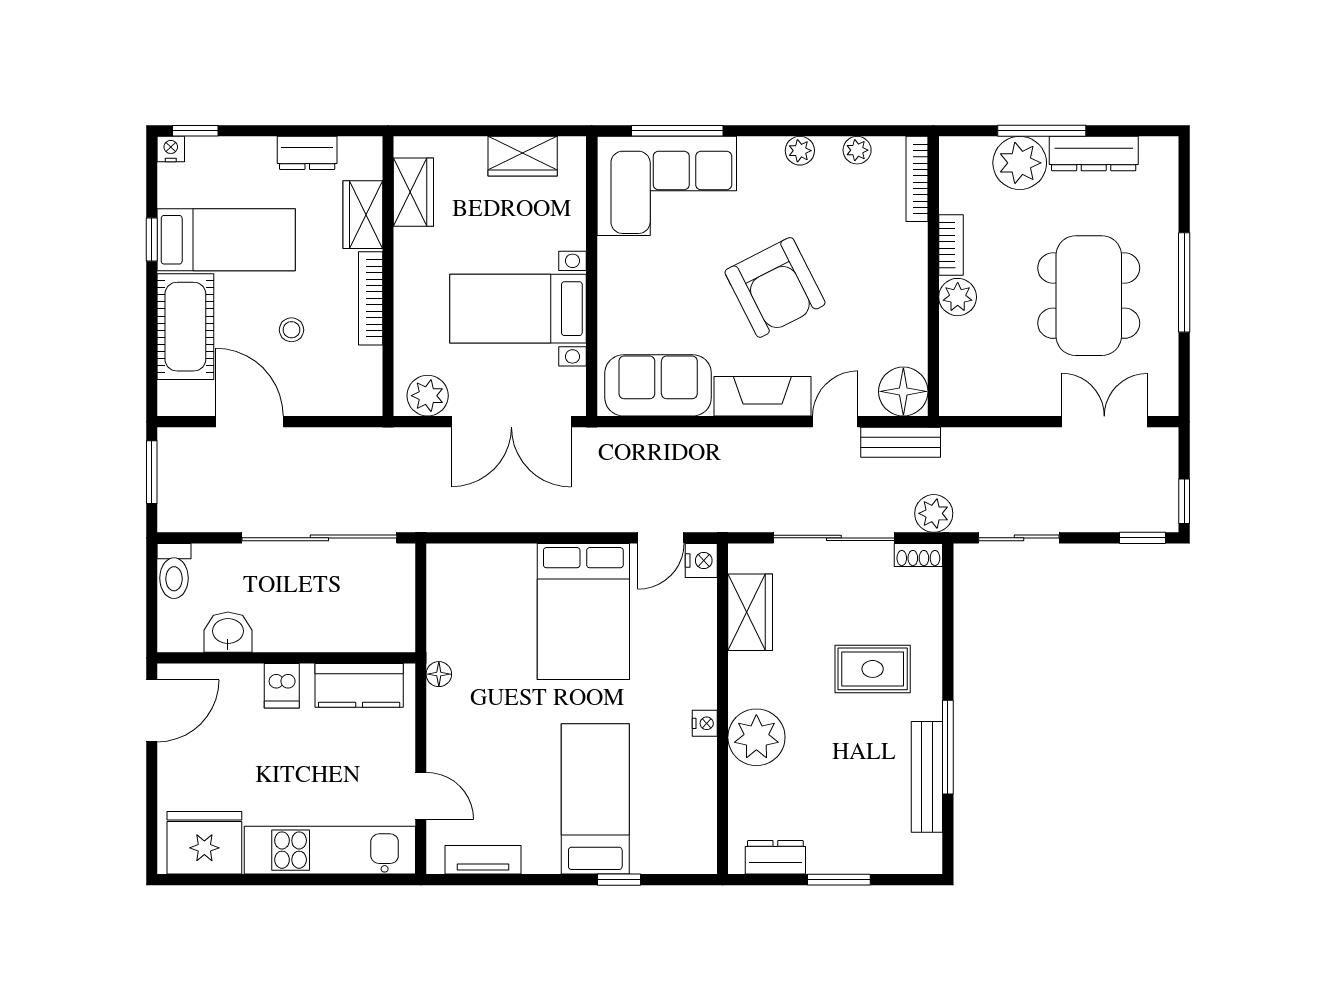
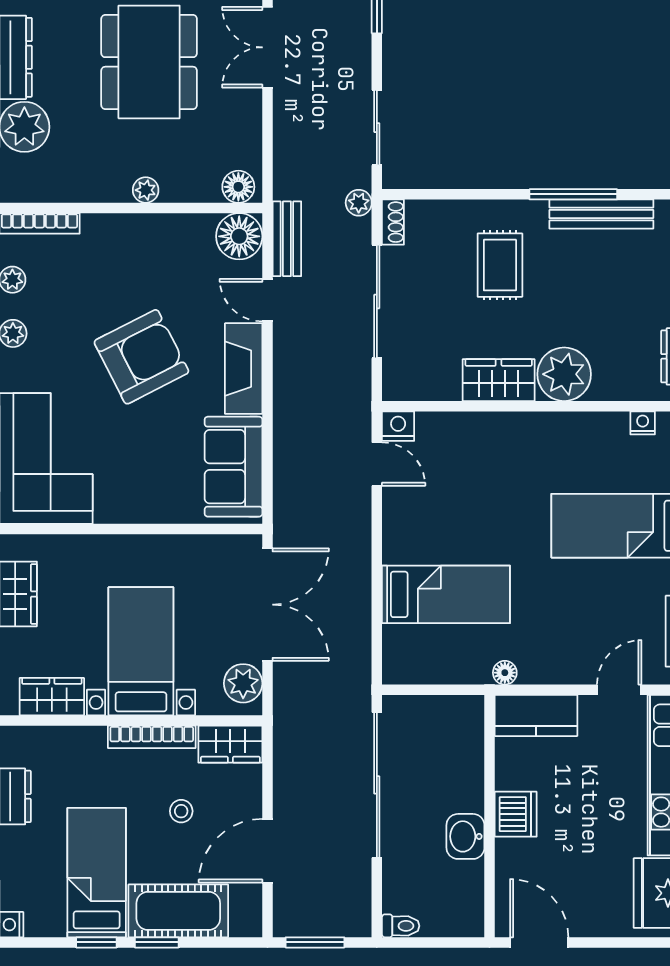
wardrobe: (363, 215) -> (230, 744), moved
bookcase: (951, 245) -> (102, 191), removed
dining table: (1089, 296) -> (149, 62), turned 90
plant: (958, 297) -> (146, 190), width x0.73, depth x0.73
window: (152, 304) -> (157, 942), added
bed with nightstands: (518, 309) -> (141, 651), moved, turned 180
floor lamp: (956, 391) -> (238, 187), added
plant: (934, 513) -> (359, 203), width x0.73, depth x0.73
toilet: (174, 571) -> (401, 926), width x0.73, depth x0.72
bed: (583, 611) -> (446, 594), moved, width x0.67
wardrobe: (750, 612) -> (499, 380), moved
washbasin: (228, 632) -> (465, 836), moved
kitchen counter: (359, 685) -> (536, 715), moved, turned 90
dishwasher: (282, 686) -> (516, 814), width x1.38
nightstand: (705, 723) -> (643, 423), moved

